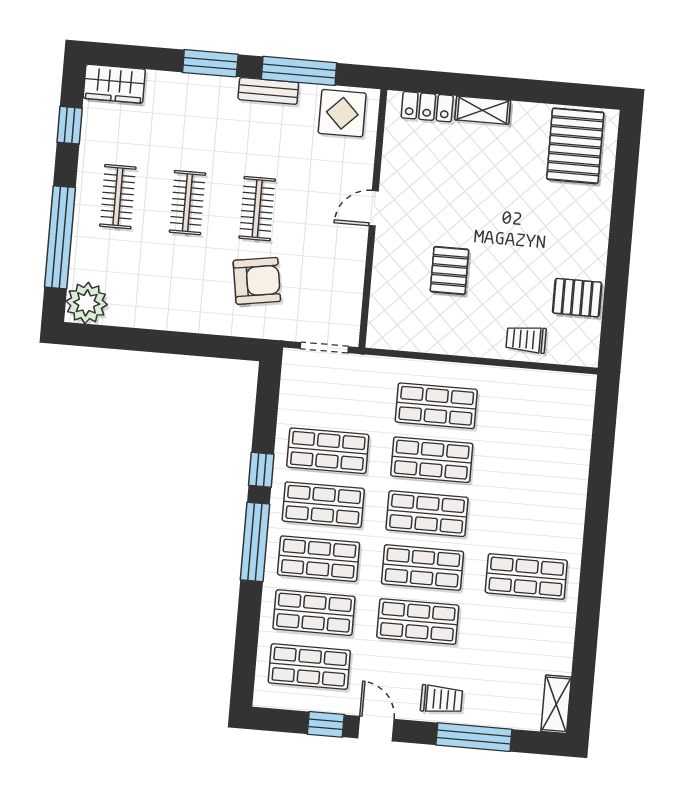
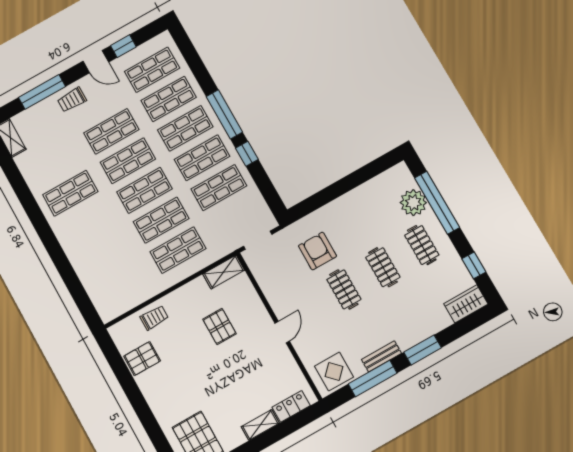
armchair: (257, 281) -> (317, 251), turned 99
plant: (87, 303) -> (413, 203), moved
shelving: (396, 337) -> (224, 272), added

